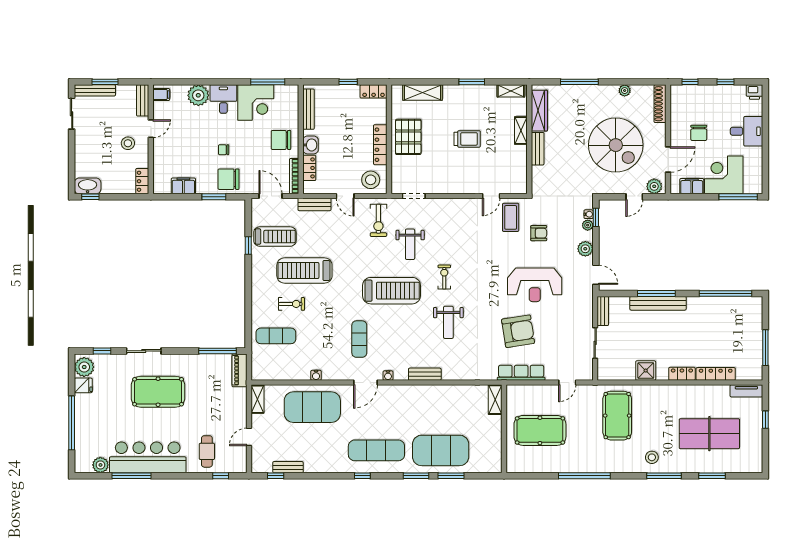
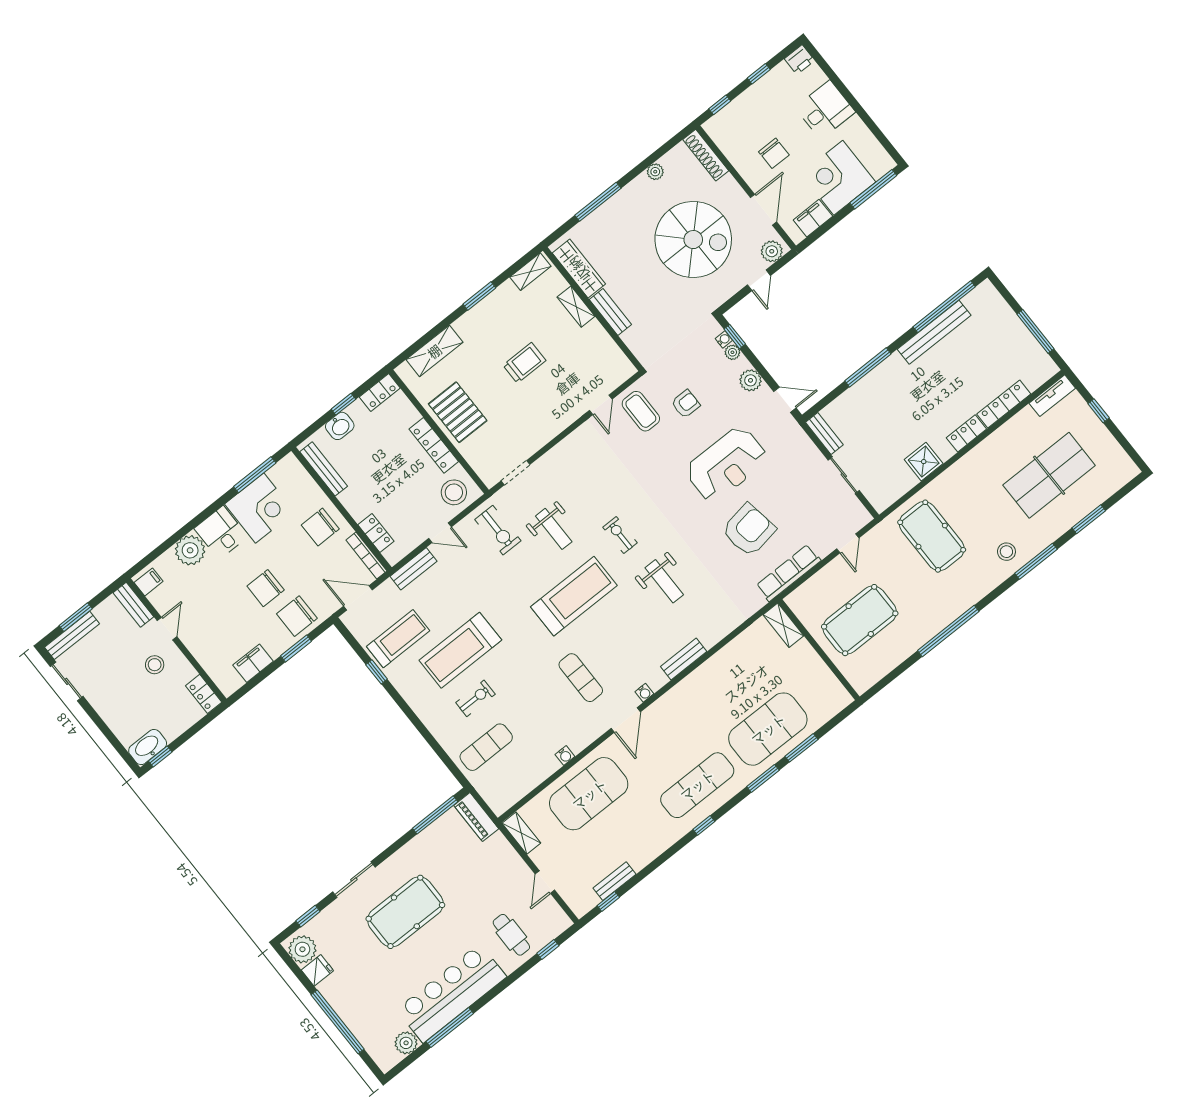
washbasin: (311, 145) -> (340, 426), moved, turned 90
chair: (224, 150) -> (266, 588), width x1.87, depth x1.87
bench: (658, 303) -> (934, 332), moved

